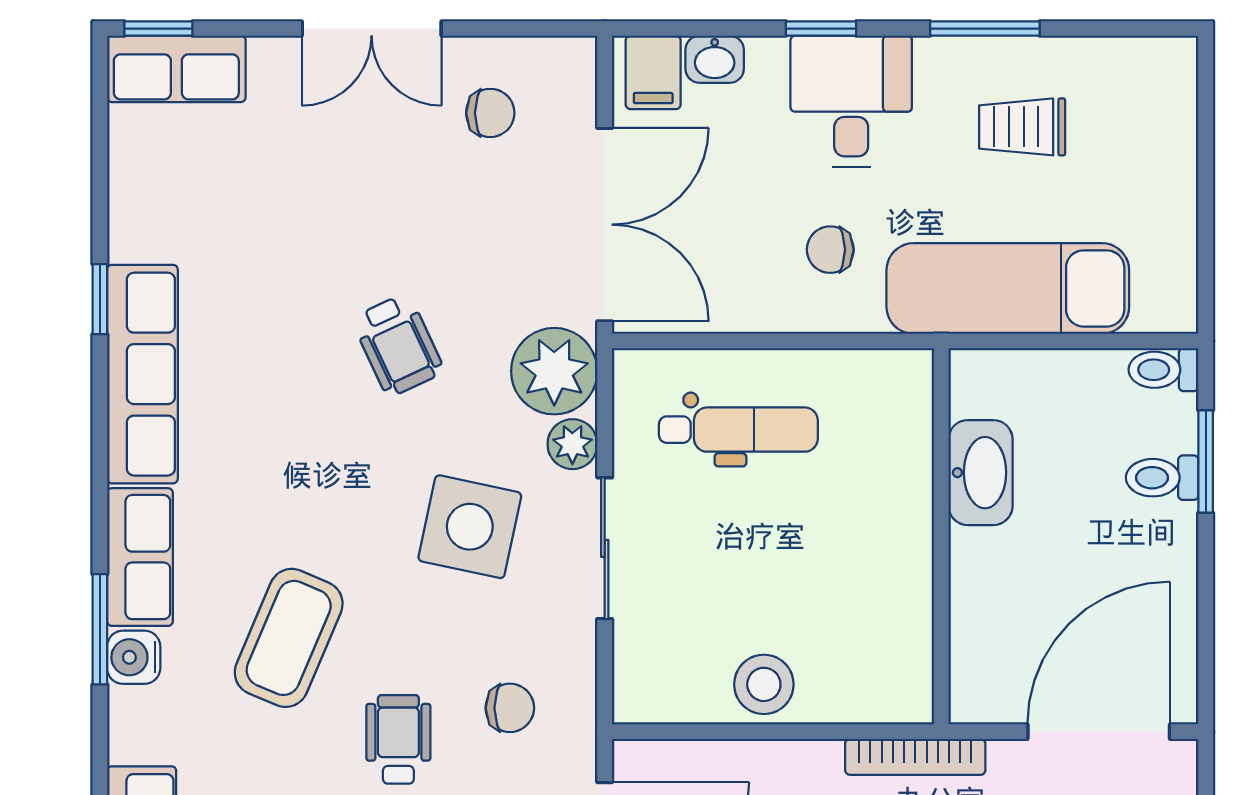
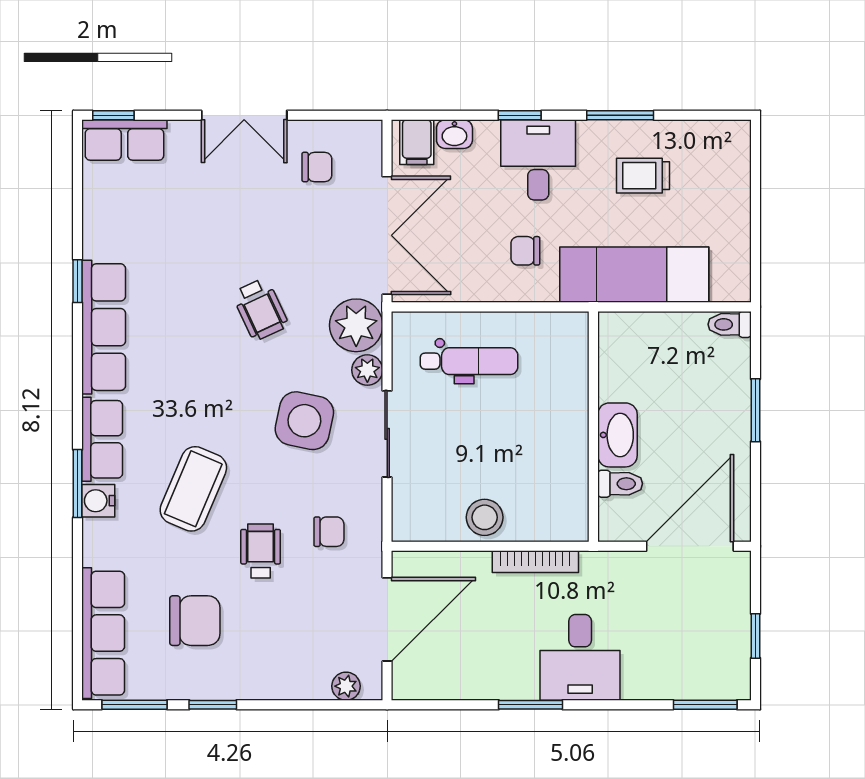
window: (1206, 462) -> (755, 410), moved
washbasin: (981, 473) -> (617, 435), moved
toilet: (1162, 478) -> (620, 484), moved, turned 180
bookcase: (915, 757) -> (535, 562), moved

